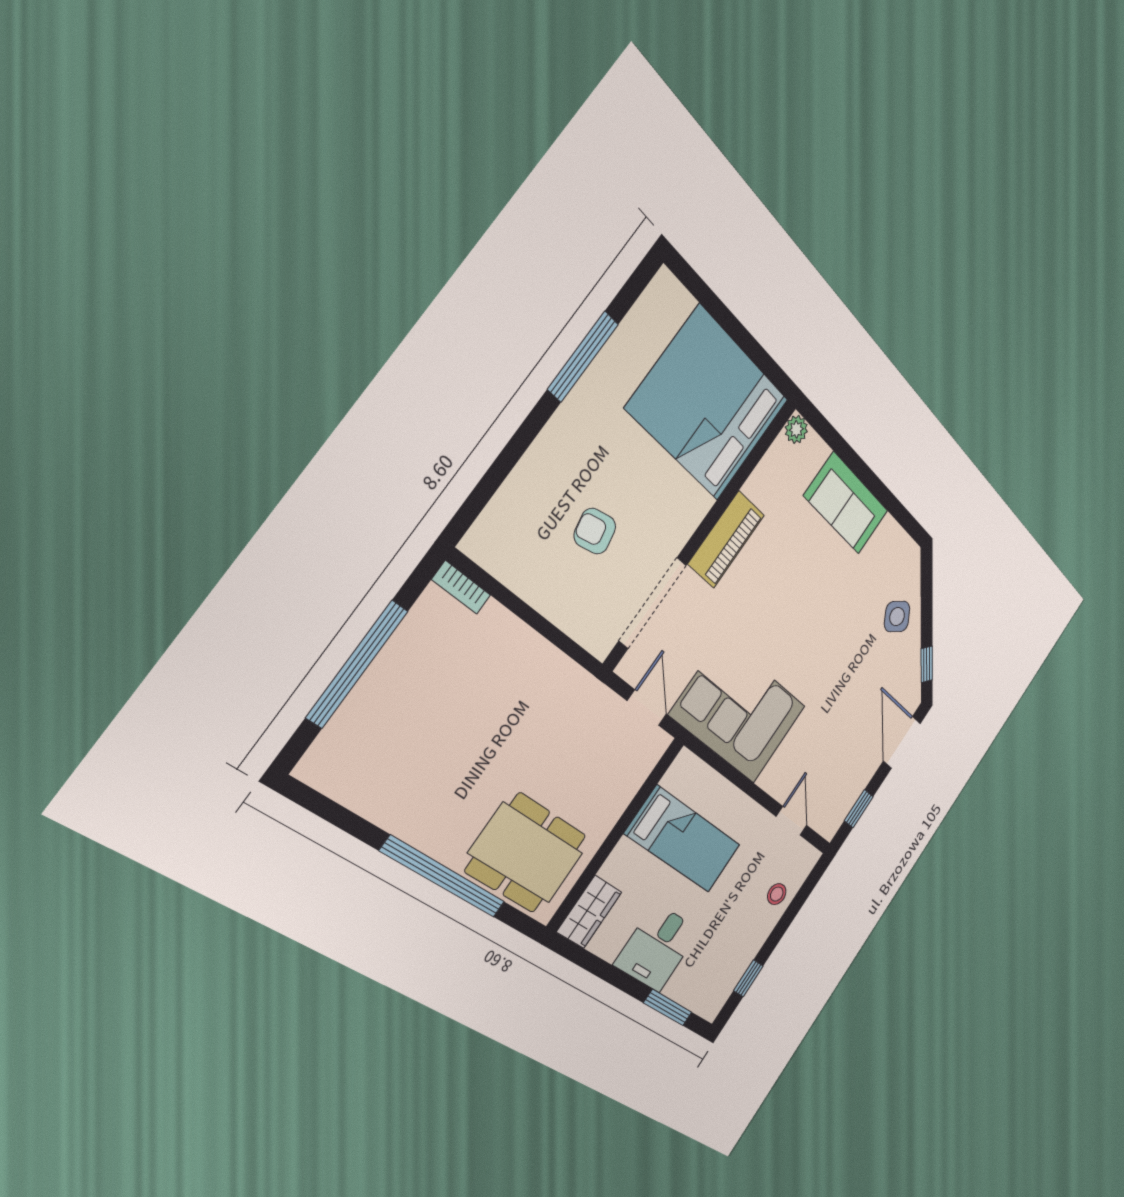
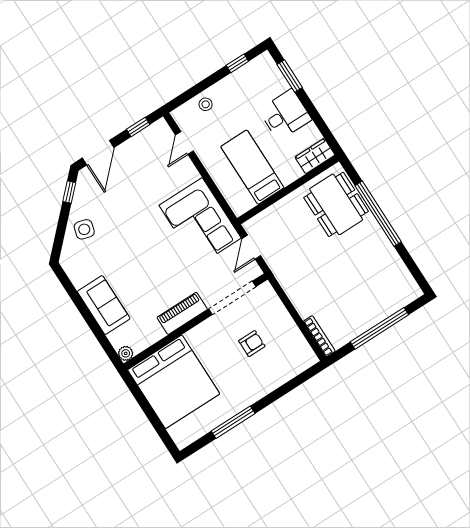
armchair: (595, 531) -> (252, 344), turned -78
bookcase: (461, 587) -> (319, 336), width x1.56
side table: (897, 617) -> (84, 229), turned -38

